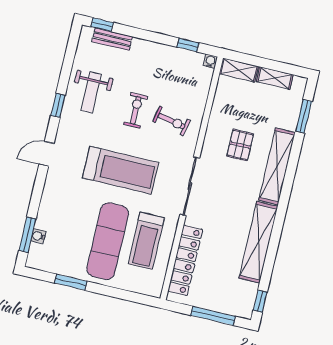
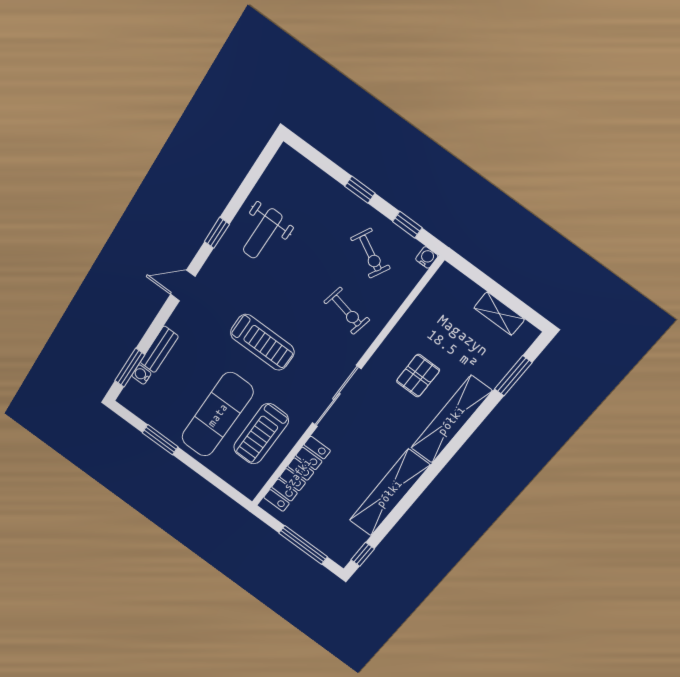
window: (102, 25) -> (360, 190), moved
bench: (112, 39) -> (159, 349), moved, turned 90
shelving: (239, 70) -> (458, 284), removed
exercise bike: (136, 110) -> (370, 253), moved, turned 118
treadmill: (120, 170) -> (262, 342), width x0.73, depth x0.73

